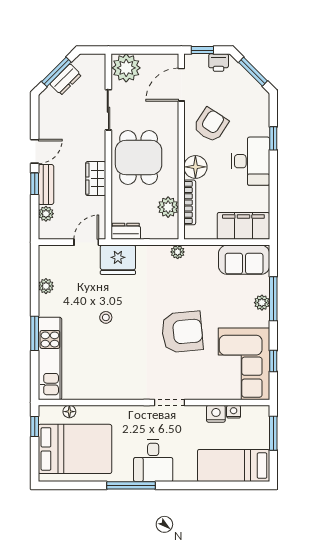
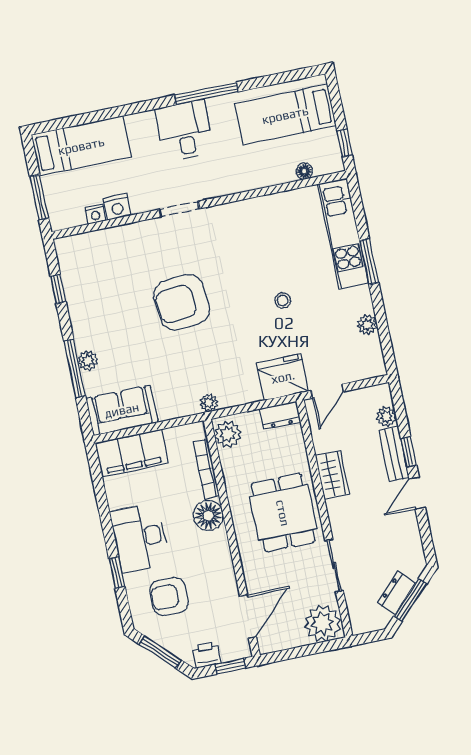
armchair: (211, 125) -> (169, 596), moved, turned 57
plant: (168, 207) -> (228, 434), moved
corner sofa: (244, 364) -> (95, 278), removed
bed: (75, 449) -> (285, 115), width x0.67

